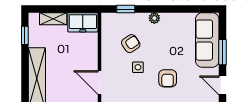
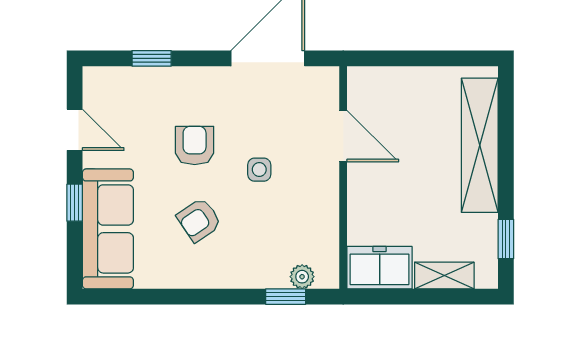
plant: (154, 18) -> (302, 277), moved
armchair: (131, 44) -> (199, 220), moved
window: (222, 52) -> (75, 203), width x0.67

